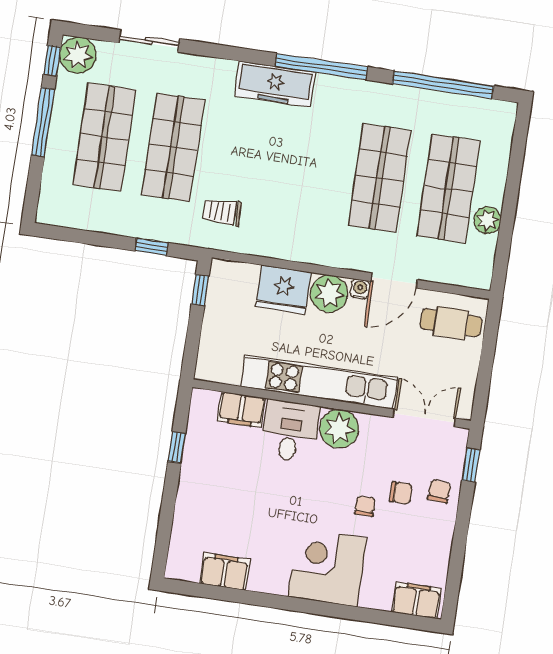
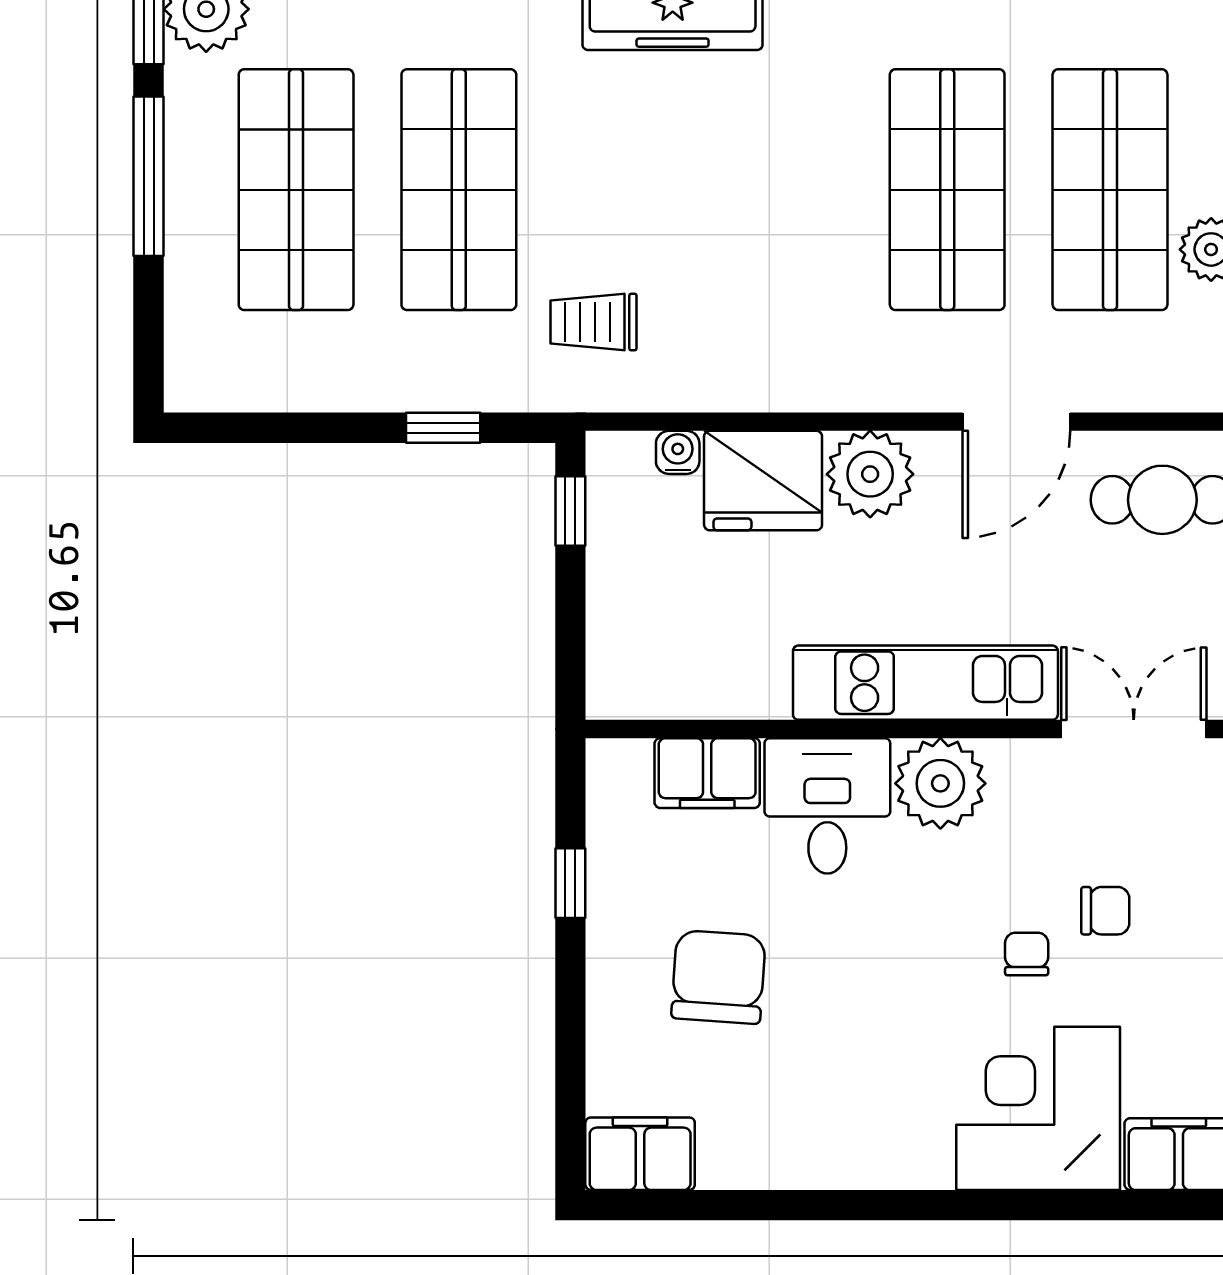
water cooler: (360, 289) -> (678, 452), moved
kitchen unit: (319, 382) -> (925, 683), width x0.73
chair: (439, 491) -> (718, 977), moved, width x1.87, depth x1.87
corner desk: (327, 567) -> (1038, 1108), moved
filing cabinet: (225, 572) -> (640, 1154), moved

